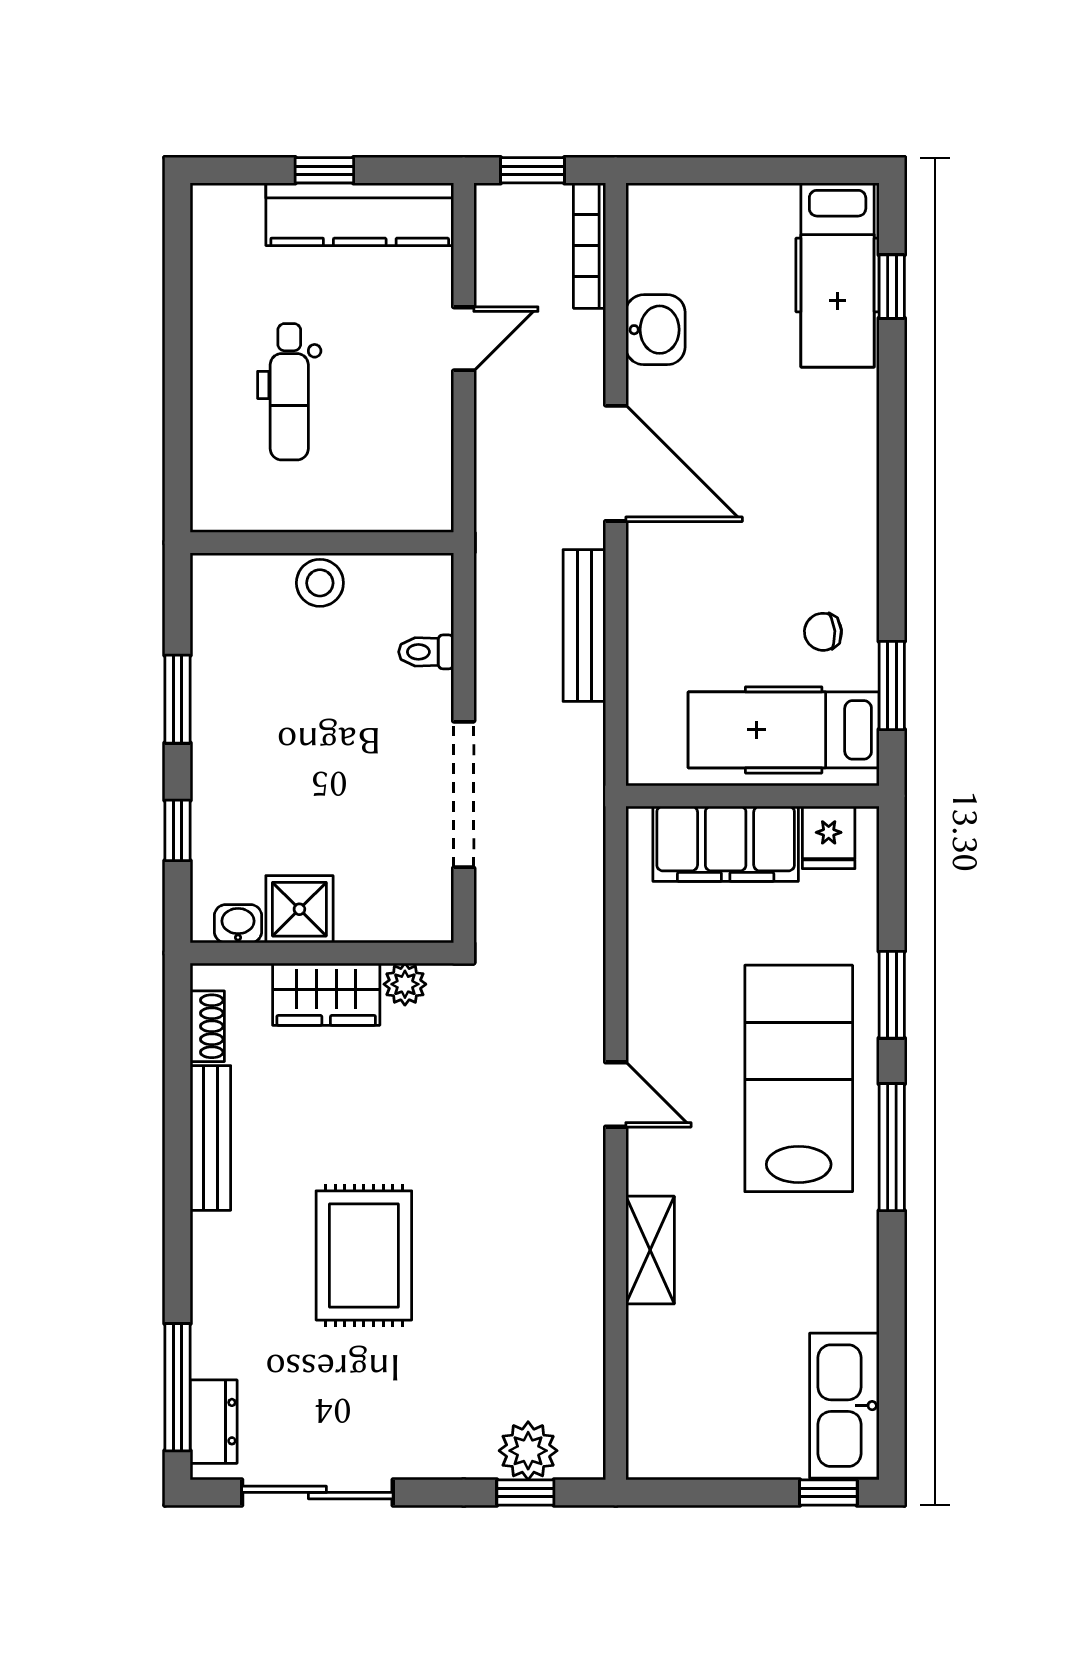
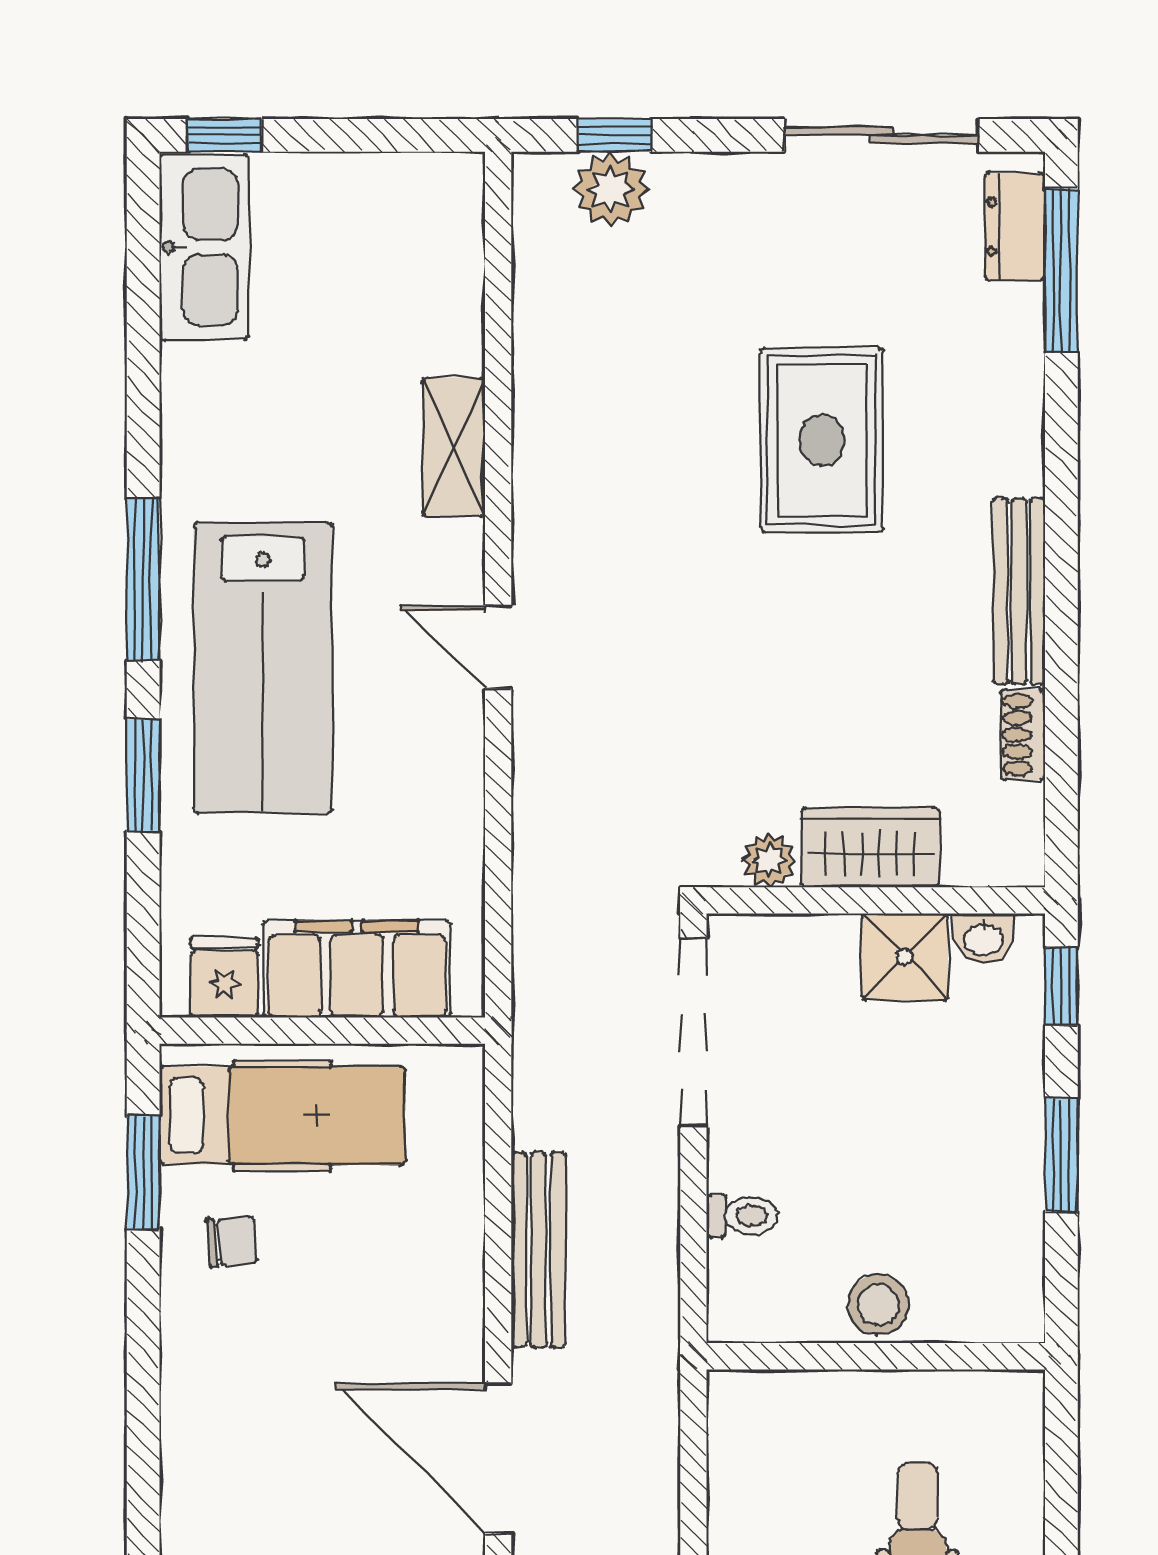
shower: (299, 909) -> (905, 957), moved
washbasin: (238, 924) -> (983, 938), moved
wall: (322, 953) -> (876, 900), moved
plant: (405, 984) -> (769, 860), moved
wardrobe: (326, 994) -> (870, 847), moved

